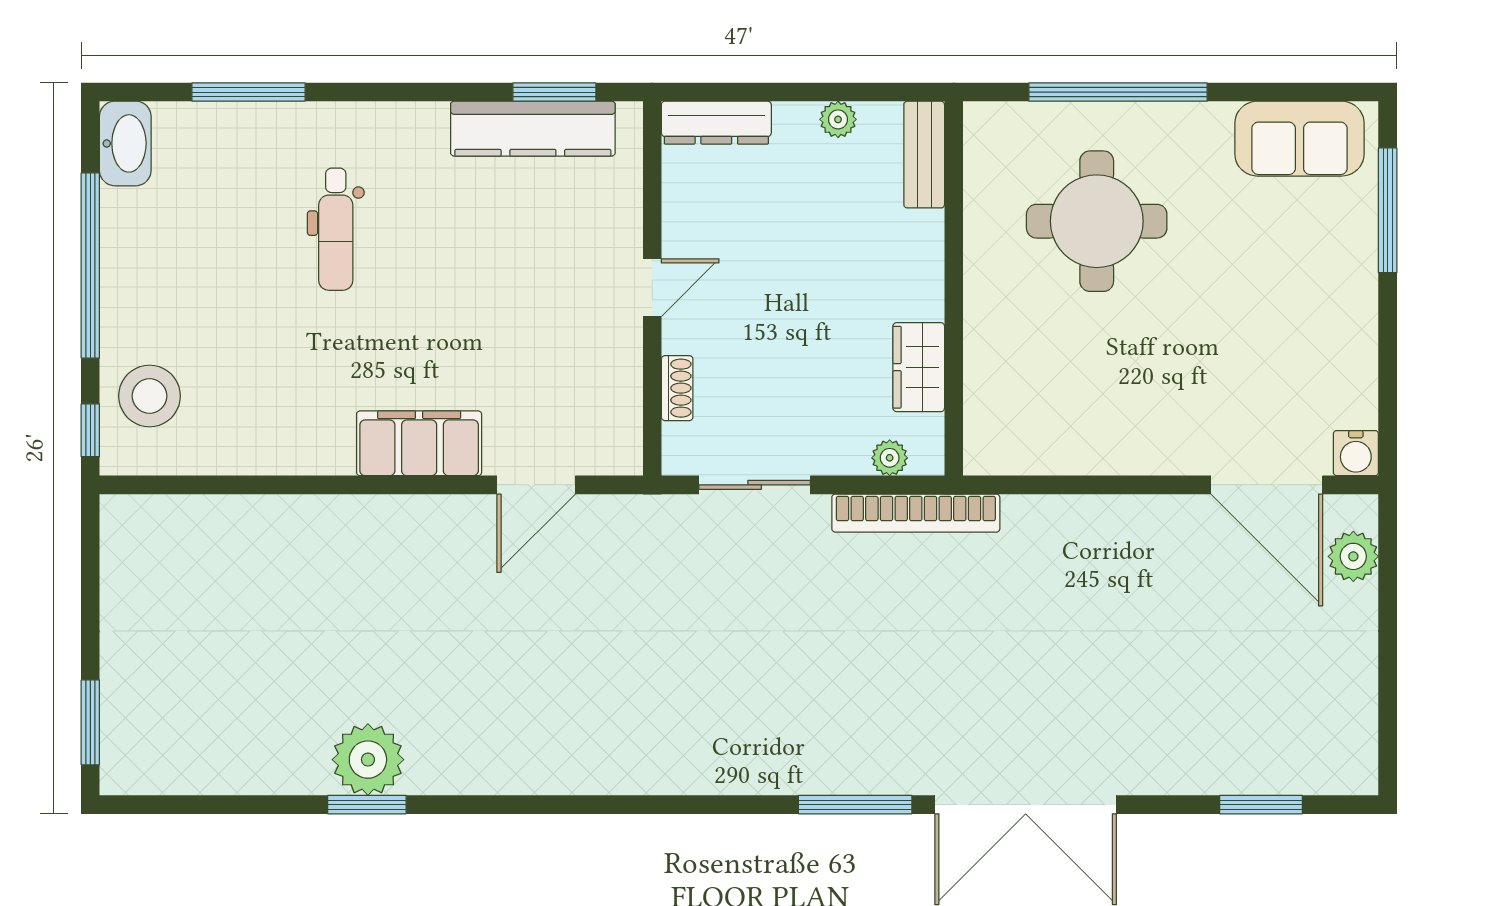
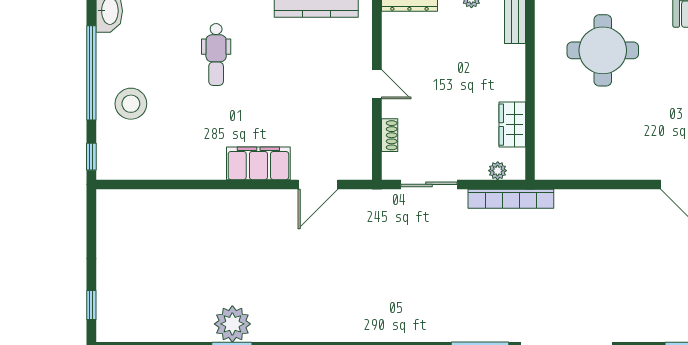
door: (652, 288) -> (377, 84), hinge flipped
stool: (150, 396) -> (131, 104), moved
window: (90, 722) -> (91, 305), width x0.67

